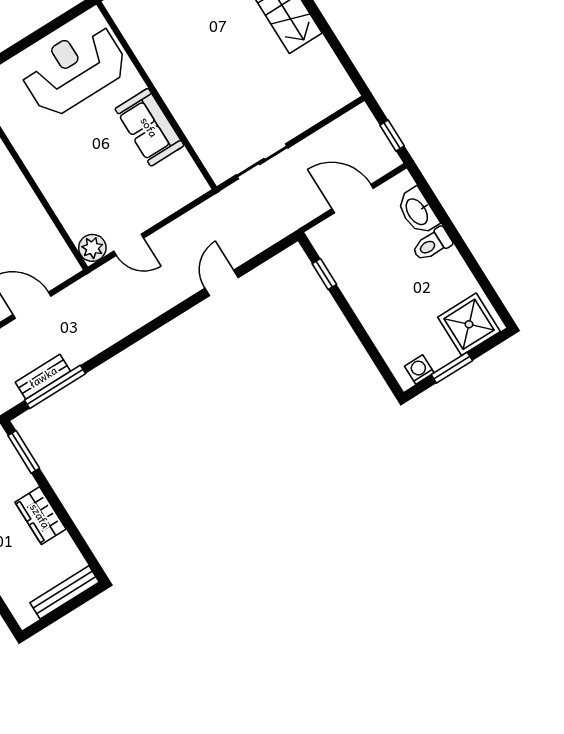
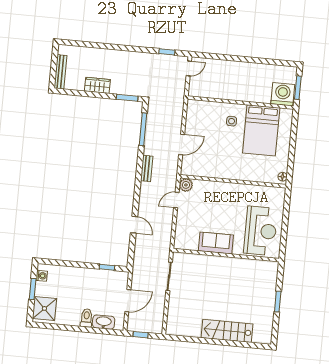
bench: (43, 377) -> (147, 168), moved

